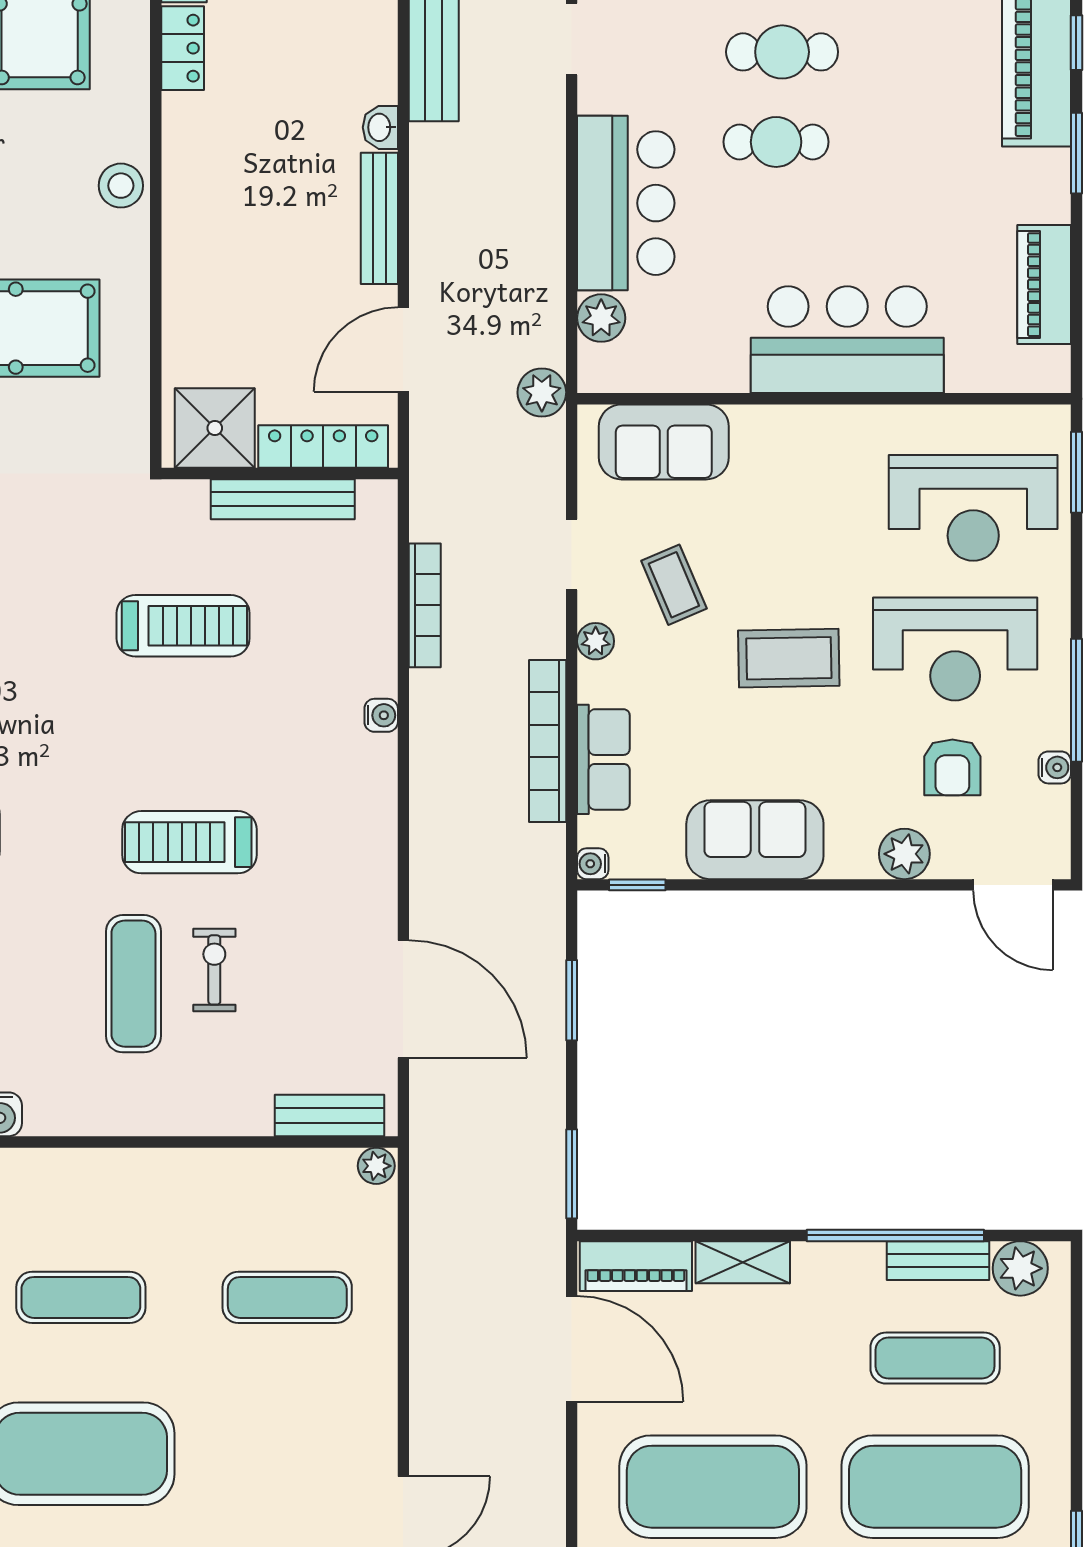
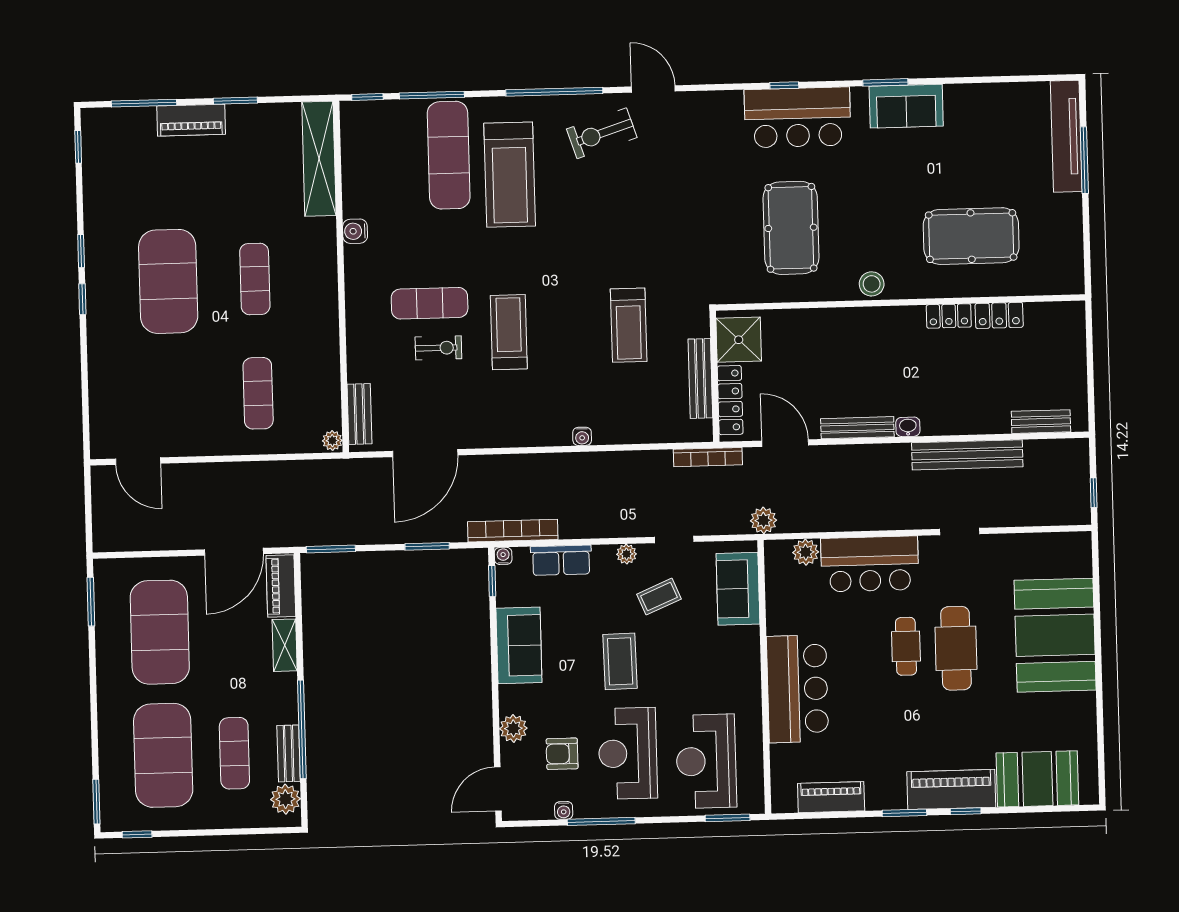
cafe table: (782, 52) -> (956, 648), width x1.37, depth x1.35
bookcase: (425, 605) -> (708, 457), moved
bookcase: (548, 741) -> (513, 531), moved

